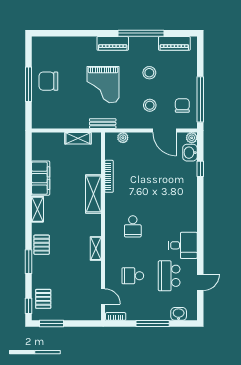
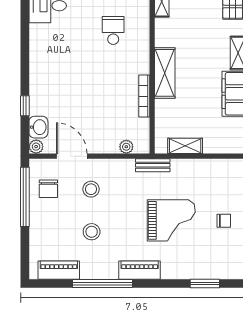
window: (63, 33) -> (205, 283), added
chair: (48, 81) -> (224, 221), width x0.54, depth x0.54
grand piano: (103, 85) -> (171, 220), moved, turned 90

